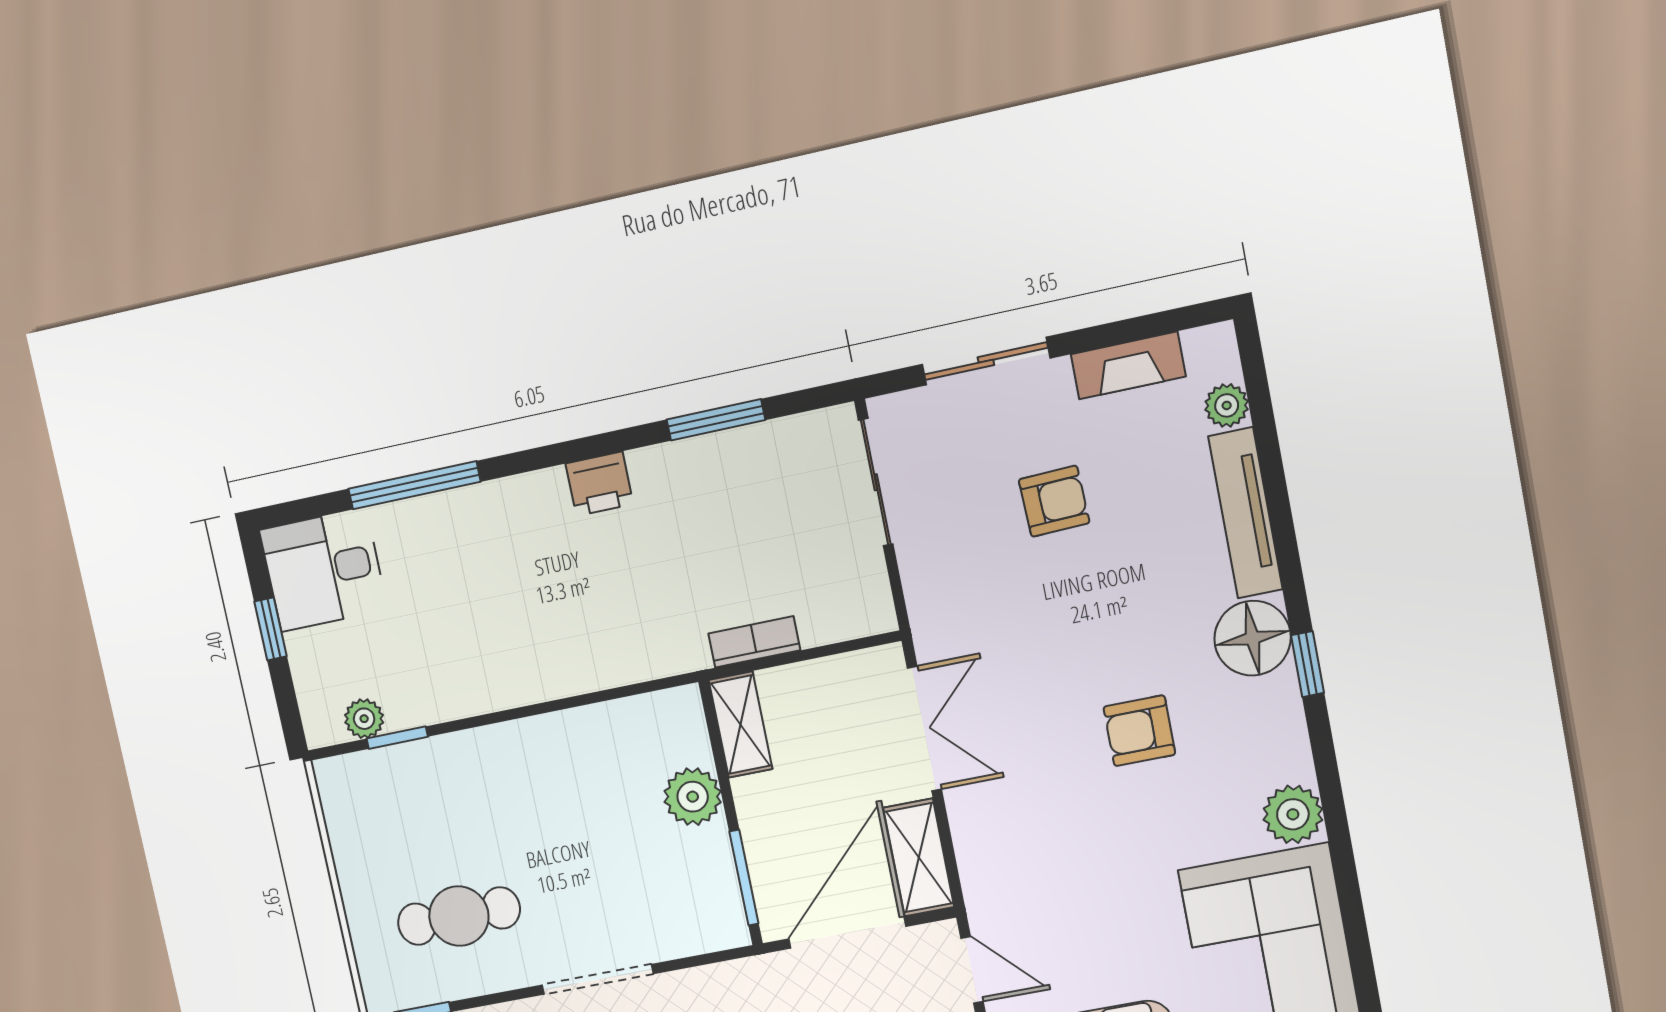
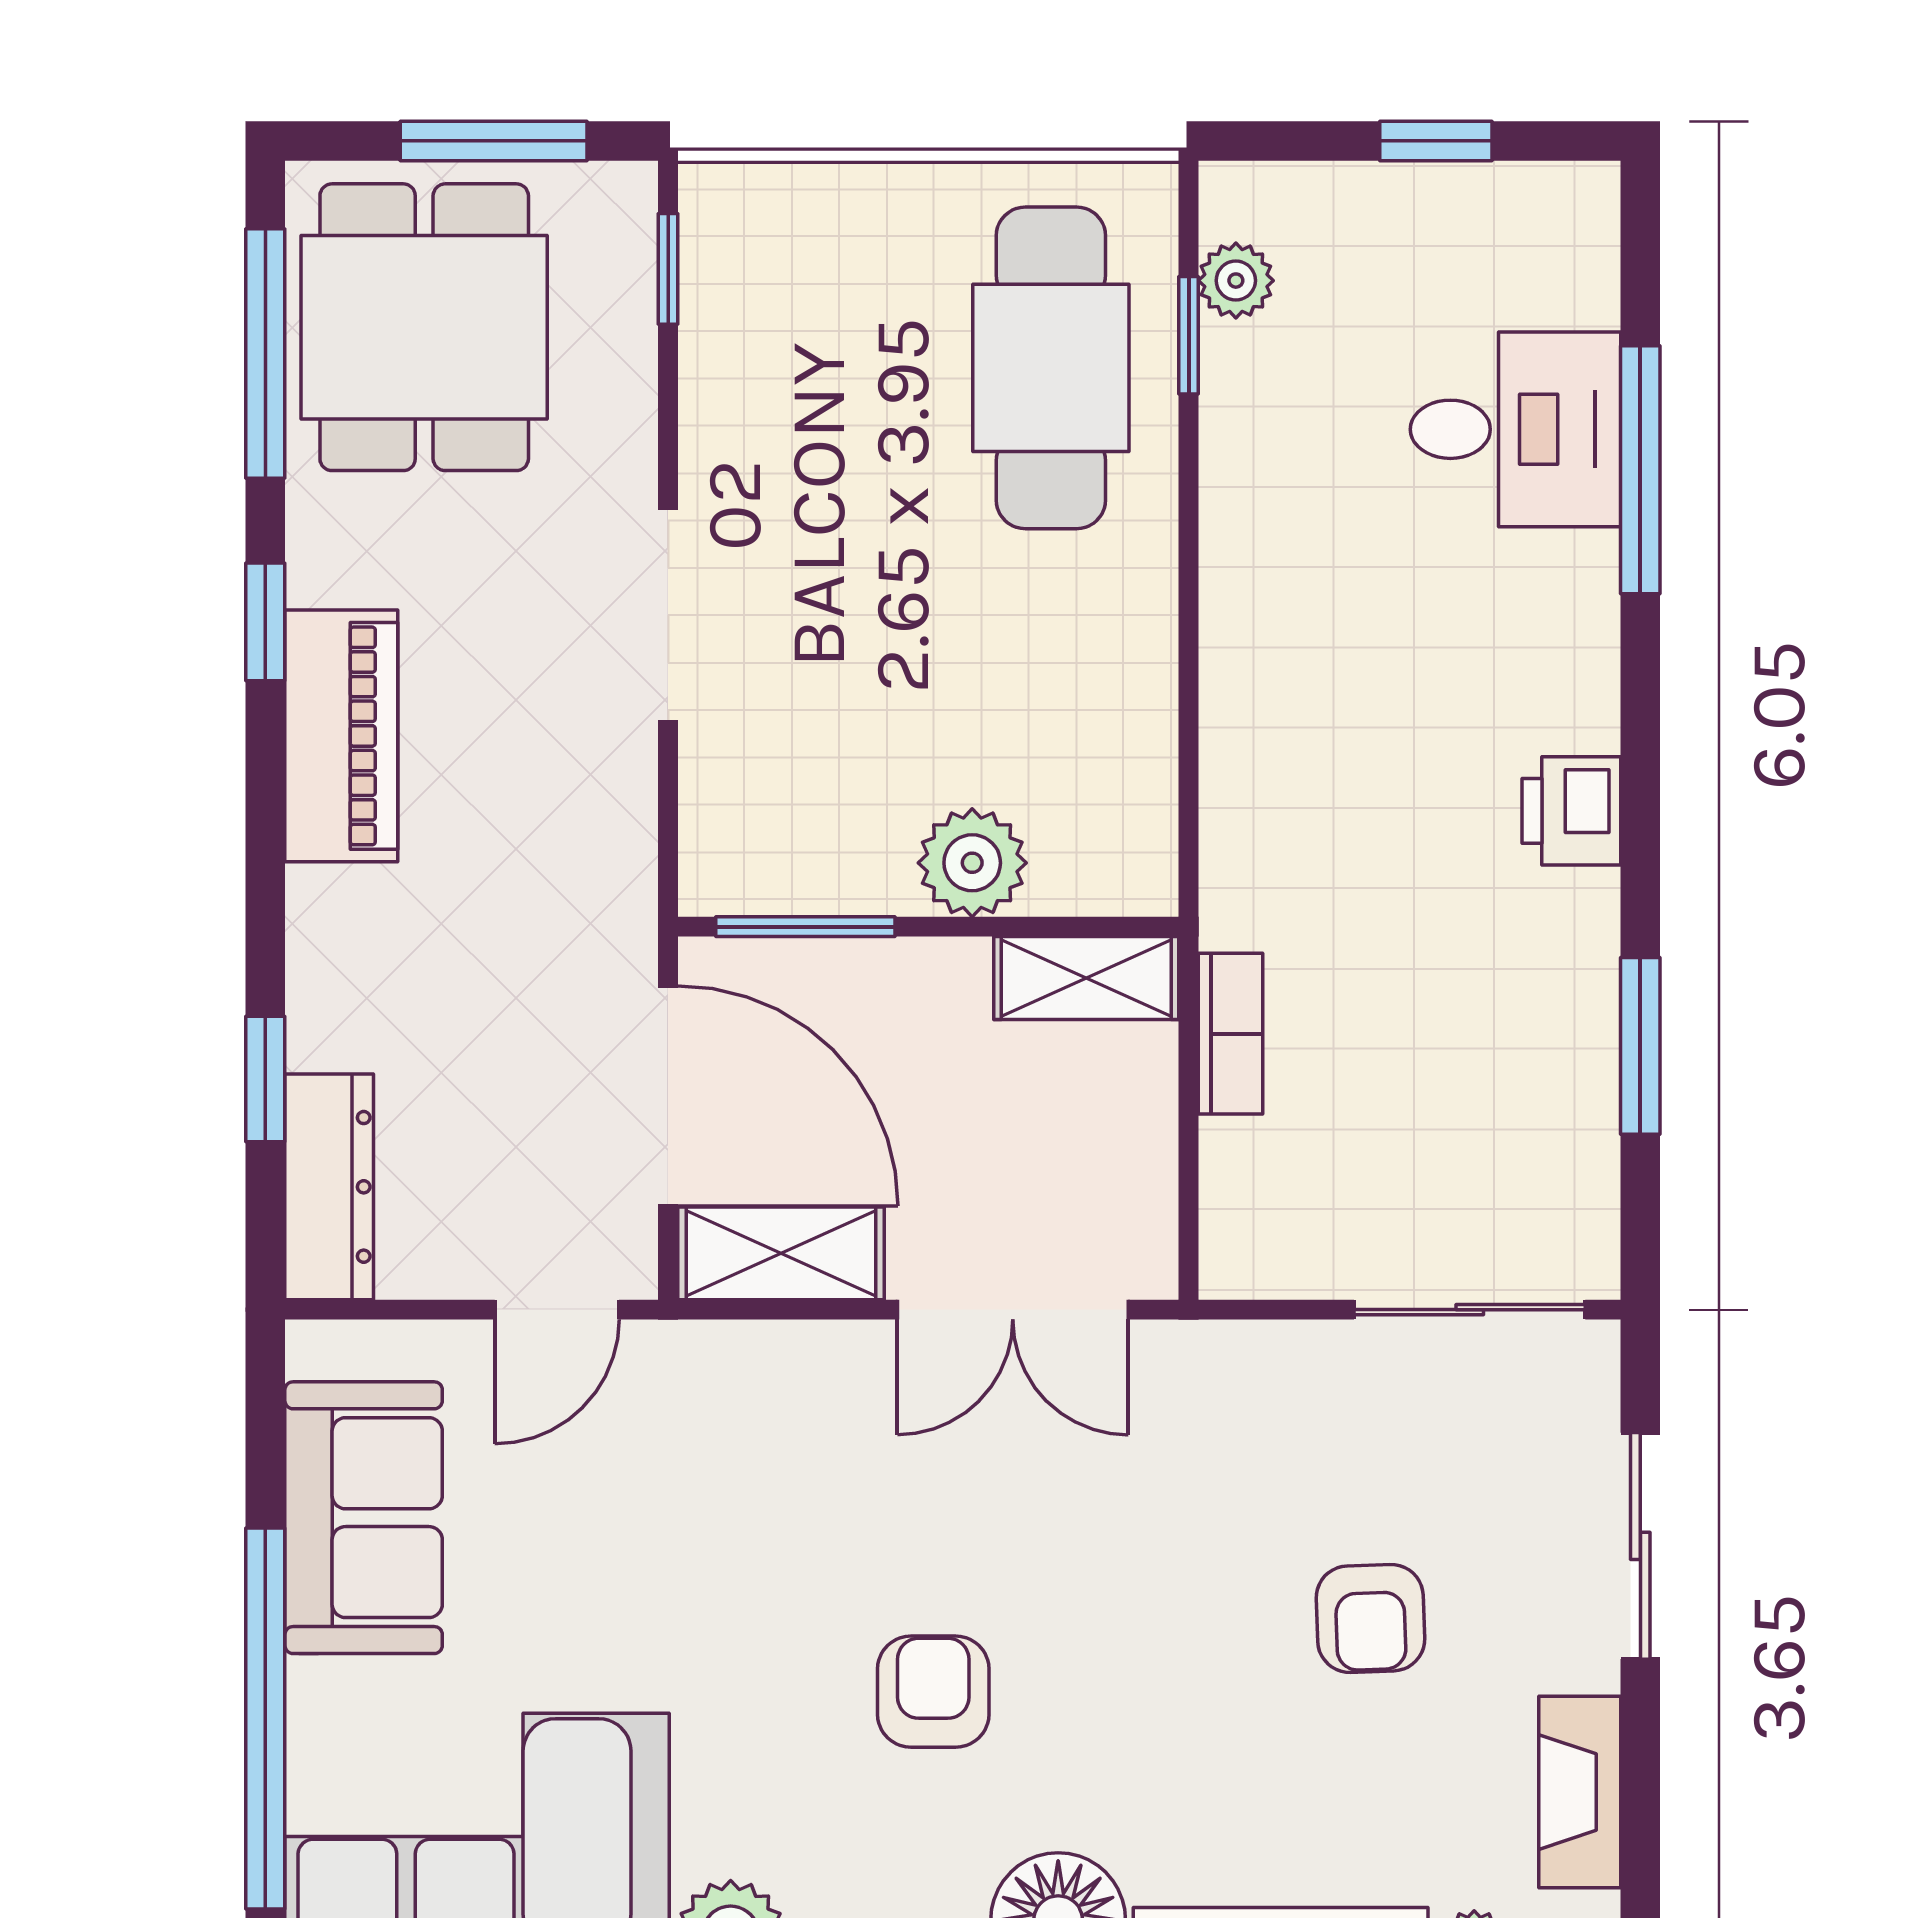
desk: (324, 570) -> (1515, 429), moved, turned 90
cafe table: (459, 916) -> (1051, 368), moved, width x1.37, depth x1.35

